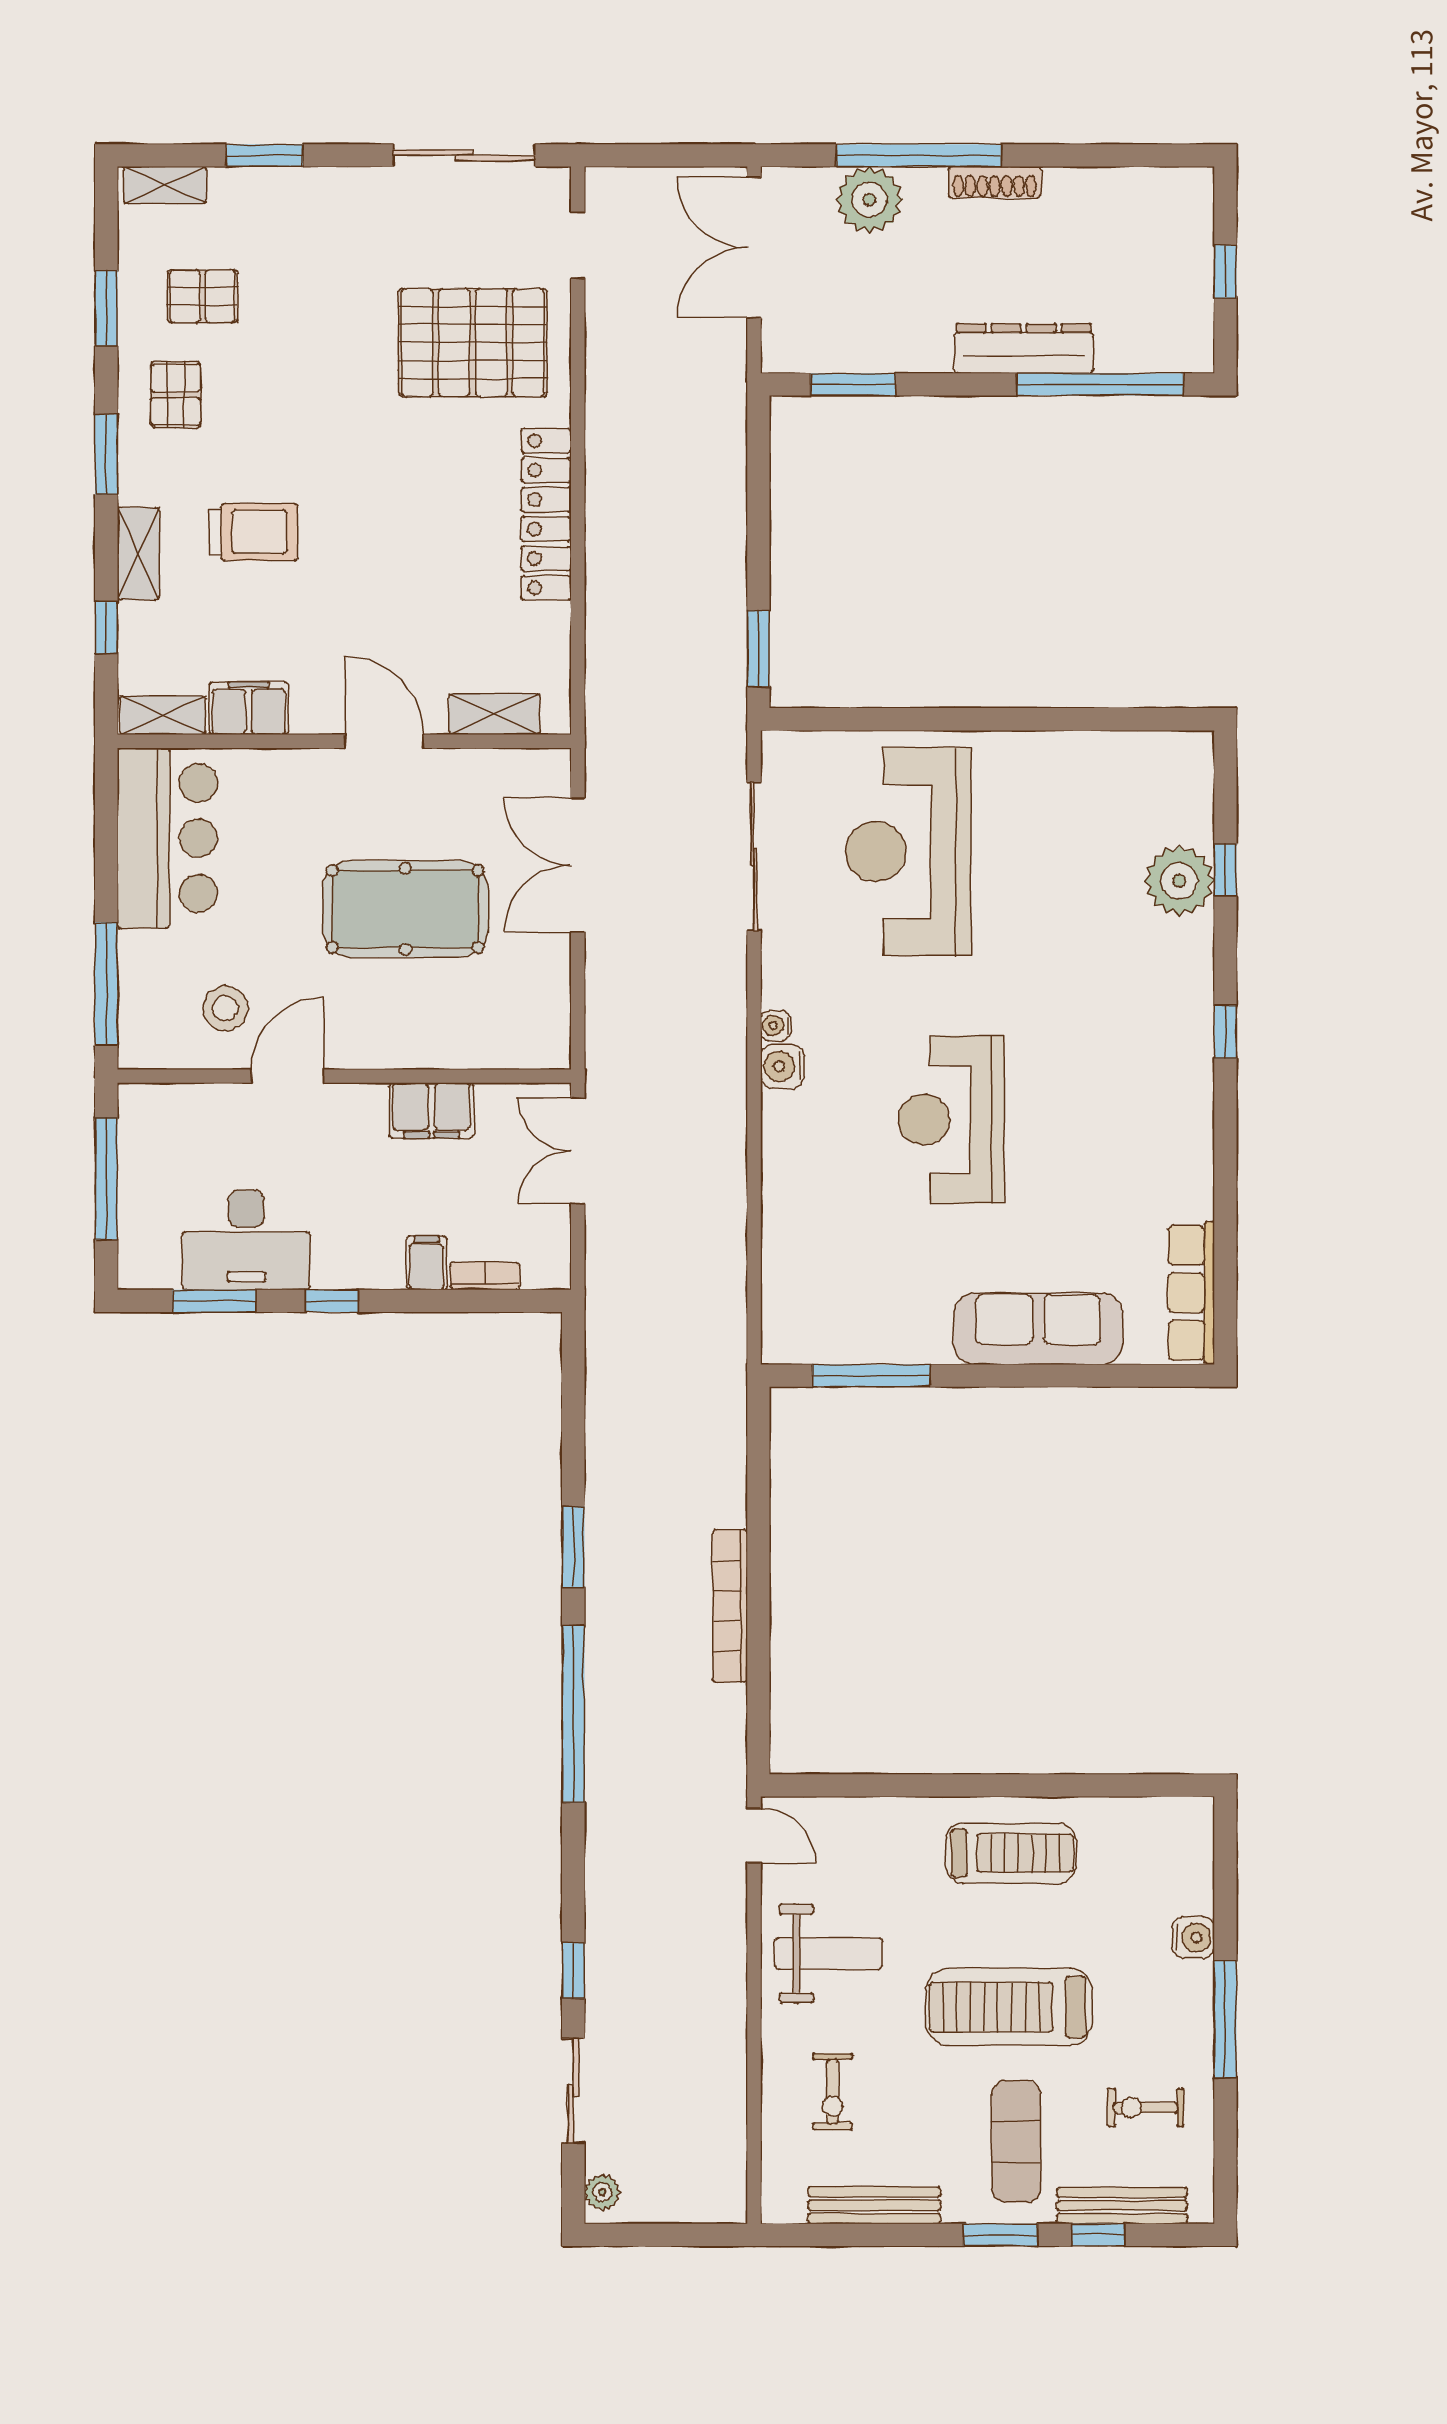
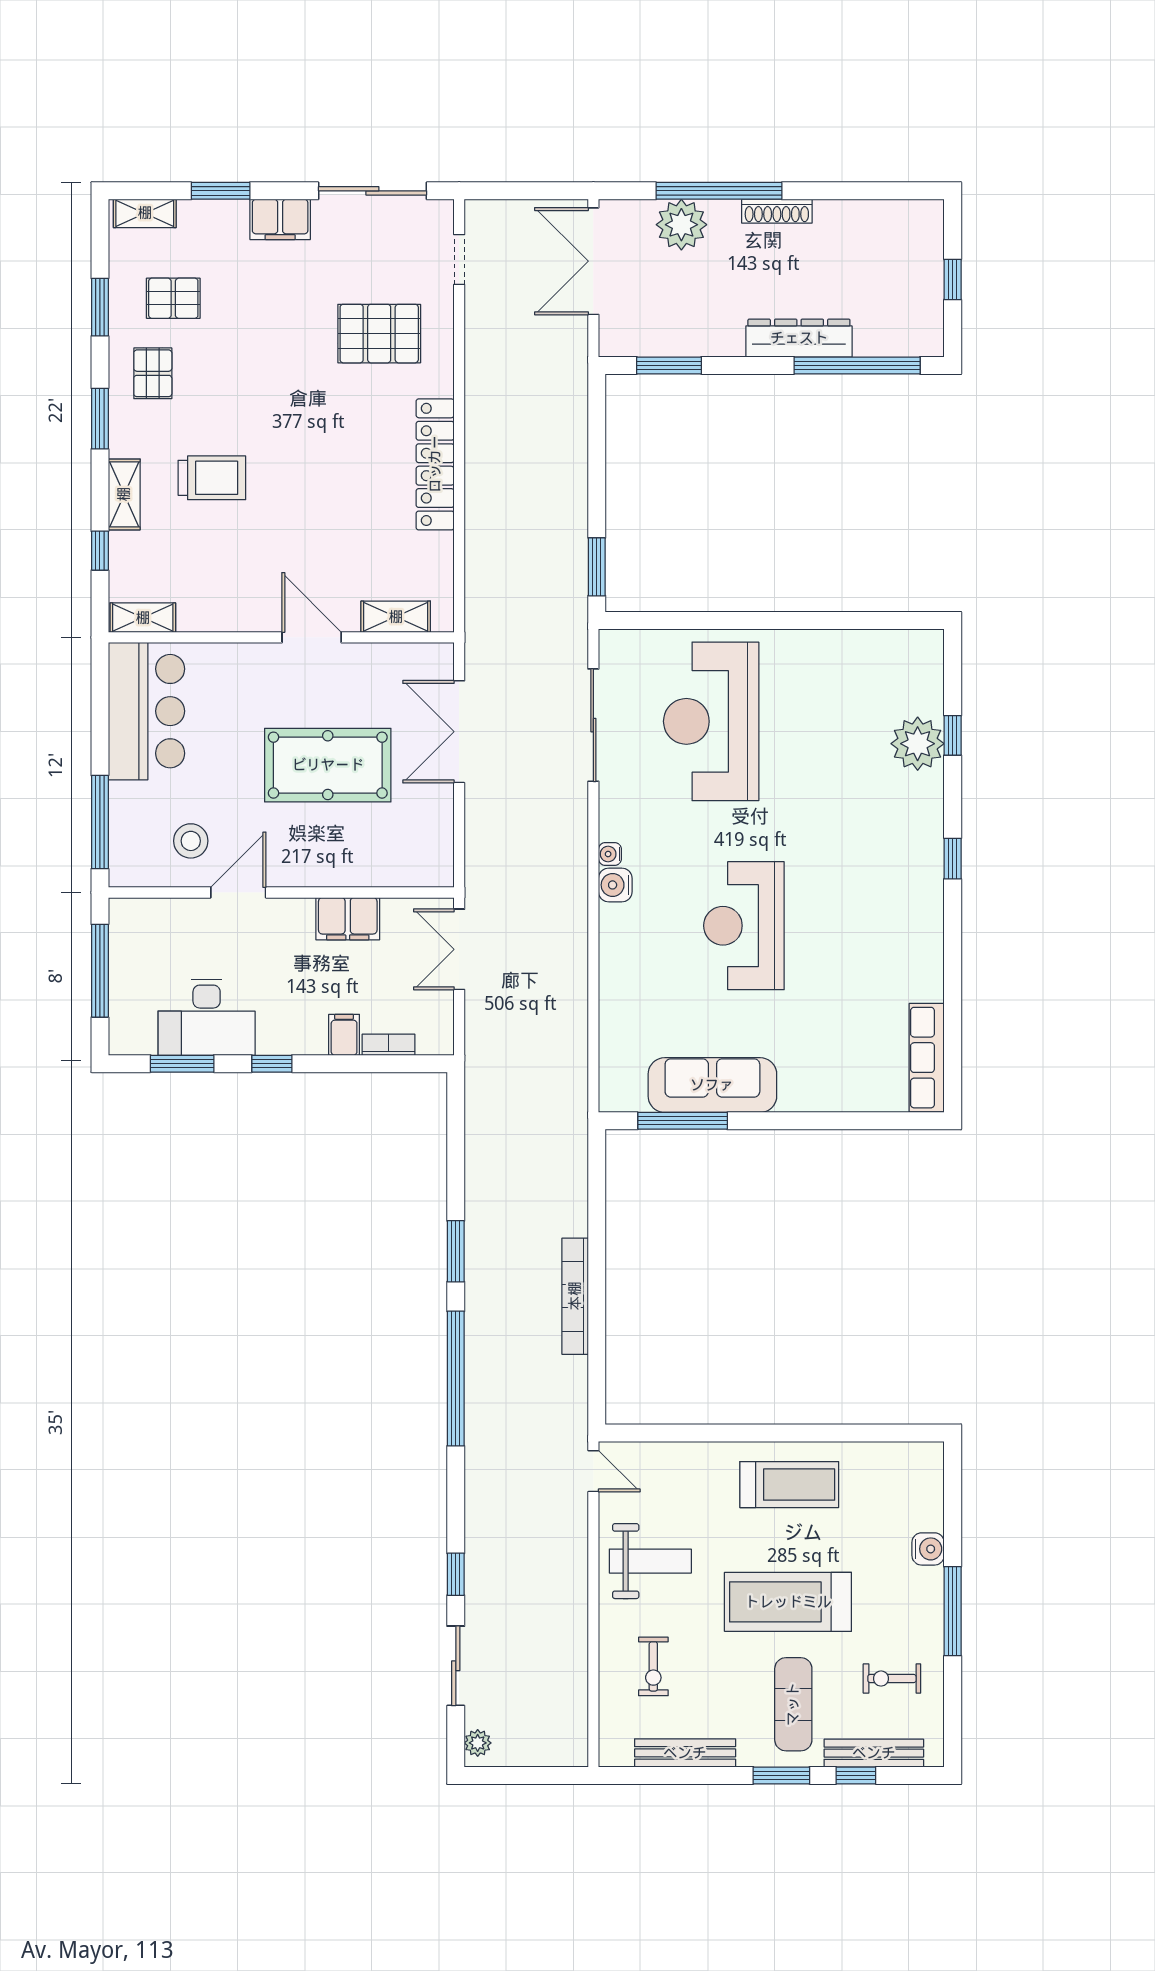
pallet: (473, 343) -> (379, 334), width x0.73, depth x0.71
filing cabinet: (249, 708) -> (280, 219), moved, turned 180
sofa: (1038, 1329) -> (712, 1085), moved

